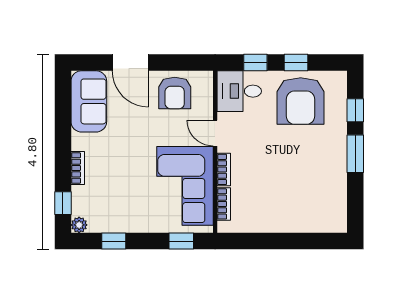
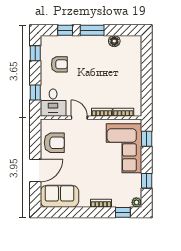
window: (296, 63) -> (35, 53), moved
armchair: (301, 101) -> (59, 64), width x0.53, depth x0.53
door: (215, 133) -> (79, 118), swing flipped
corner sofa: (185, 186) -> (124, 148), moved, turned 90
floor lamp: (338, 189) -> (114, 41), added

